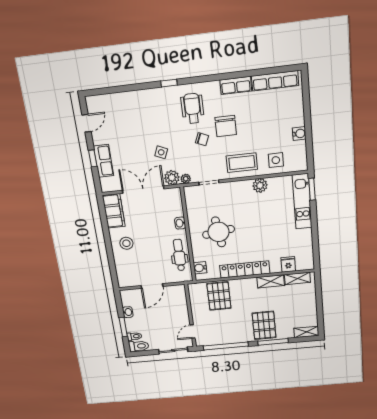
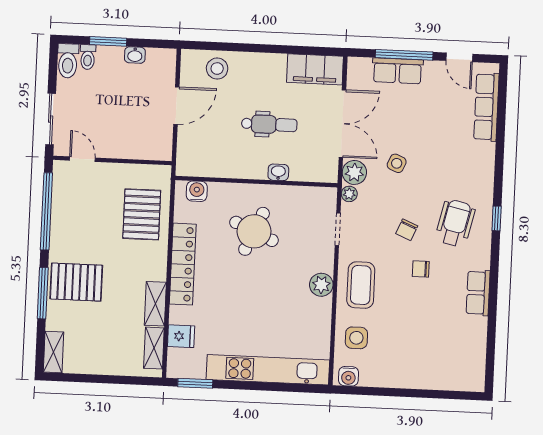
row of seats: (275, 81) -> (486, 107), moved
window: (169, 83) -> (497, 218), moved
wheelchair: (192, 108) -> (455, 223), turned -77
chair: (226, 126) -> (421, 269), width x0.54, depth x0.54
water cooler: (299, 134) -> (348, 376), moved
window: (93, 158) -> (404, 55), width x2.17
plant: (260, 185) -> (321, 285), moved
window: (312, 189) -> (195, 383), moved
kitchen unit: (302, 201) -> (268, 370), width x1.36
round table: (218, 232) -> (254, 231), turned 32
stool: (126, 243) -> (217, 69), moved
dental chair: (179, 255) -> (269, 124), moved
door: (152, 286) -> (176, 106), swing flipped
pallet: (219, 296) -> (142, 214), turned 90

